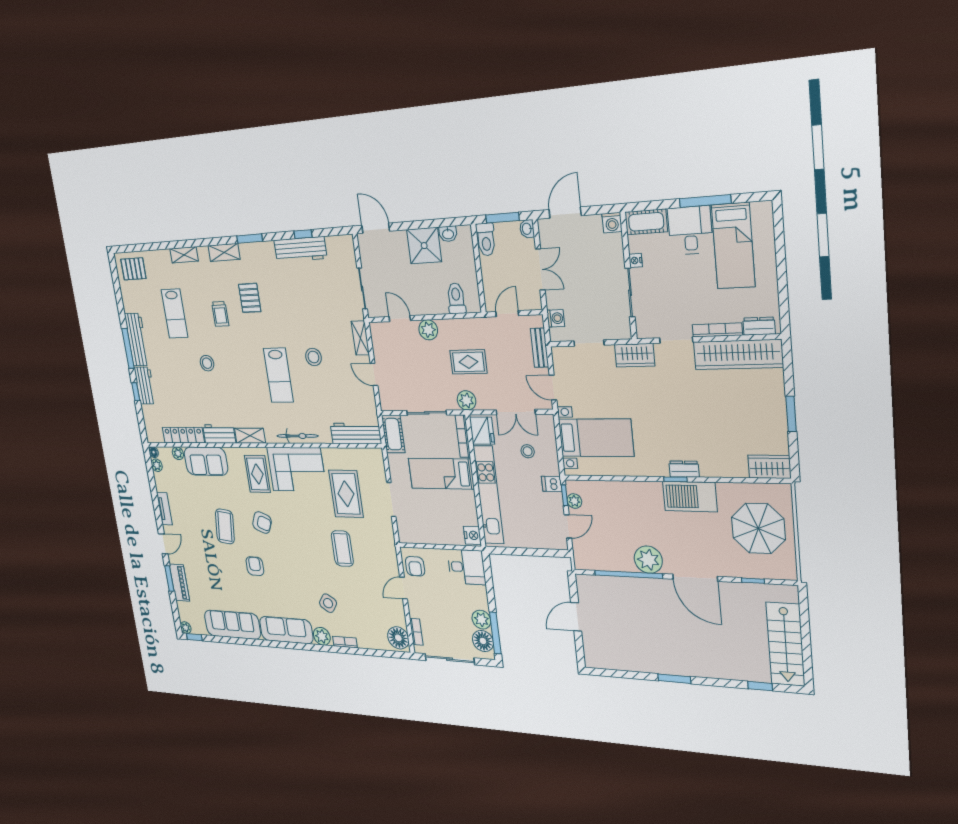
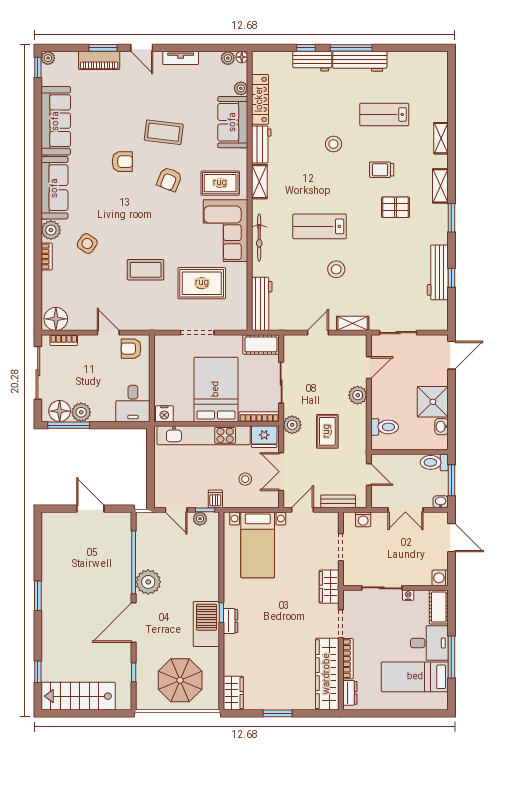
pallet: (133, 269) -> (431, 73), removed
bed: (441, 474) -> (216, 389), width x1.50

